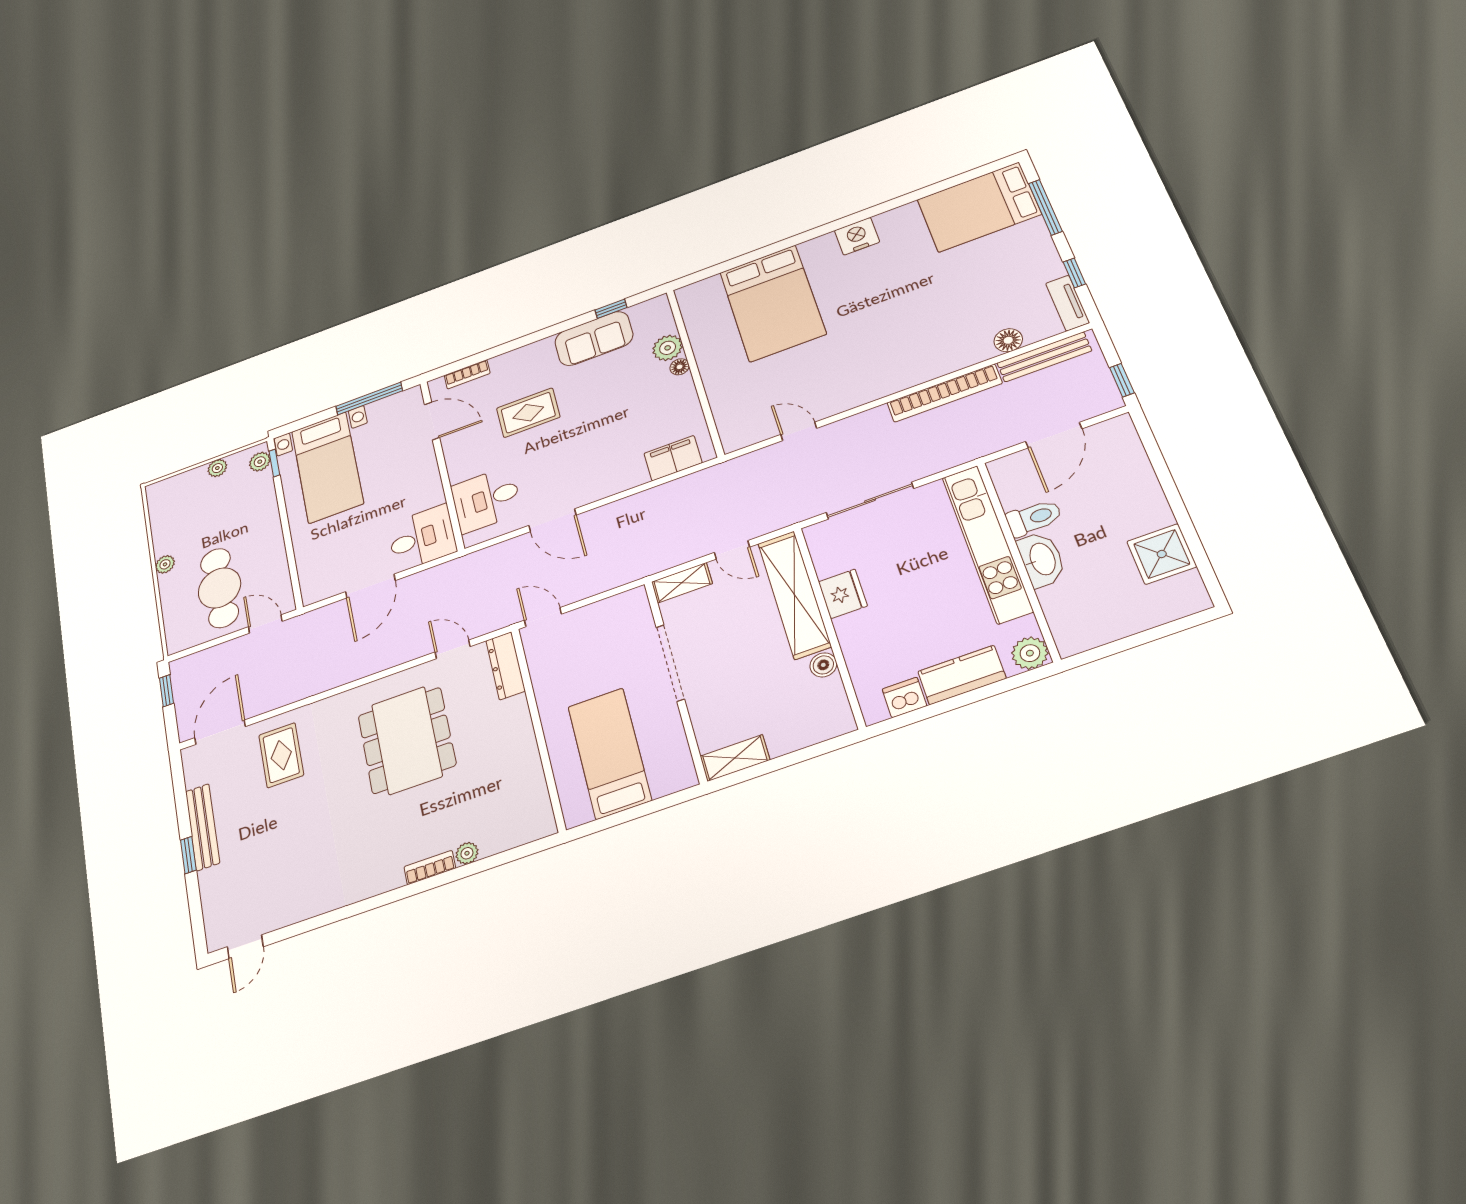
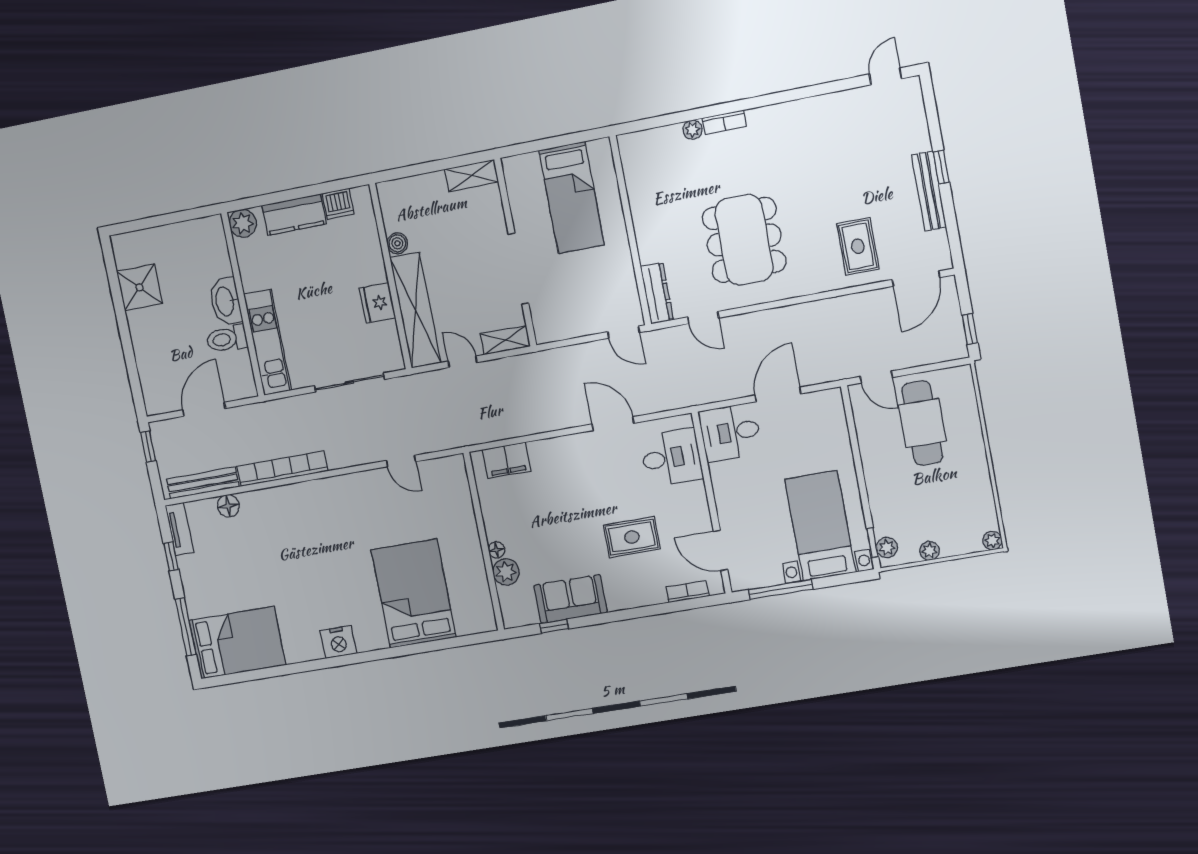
kitchen unit: (987, 544) -> (268, 342), width x0.73
plant: (165, 564) -> (992, 541), moved

